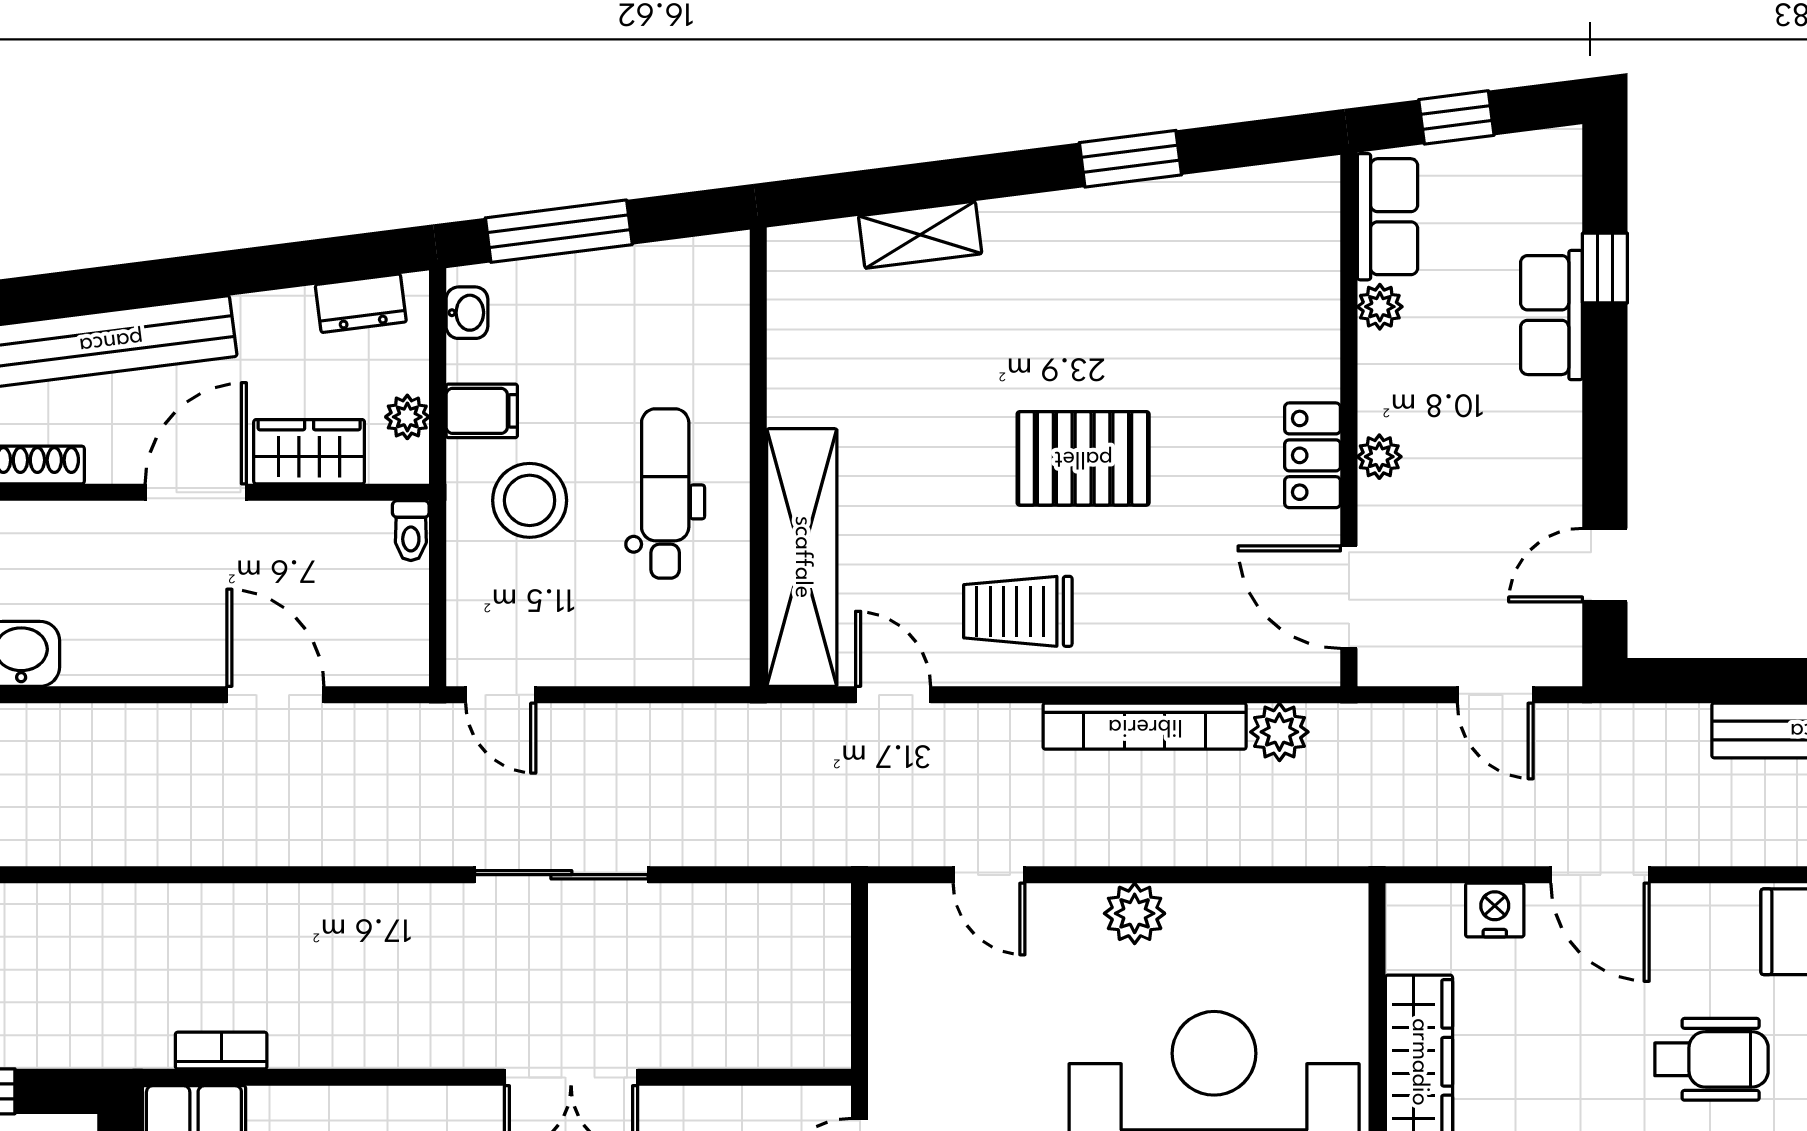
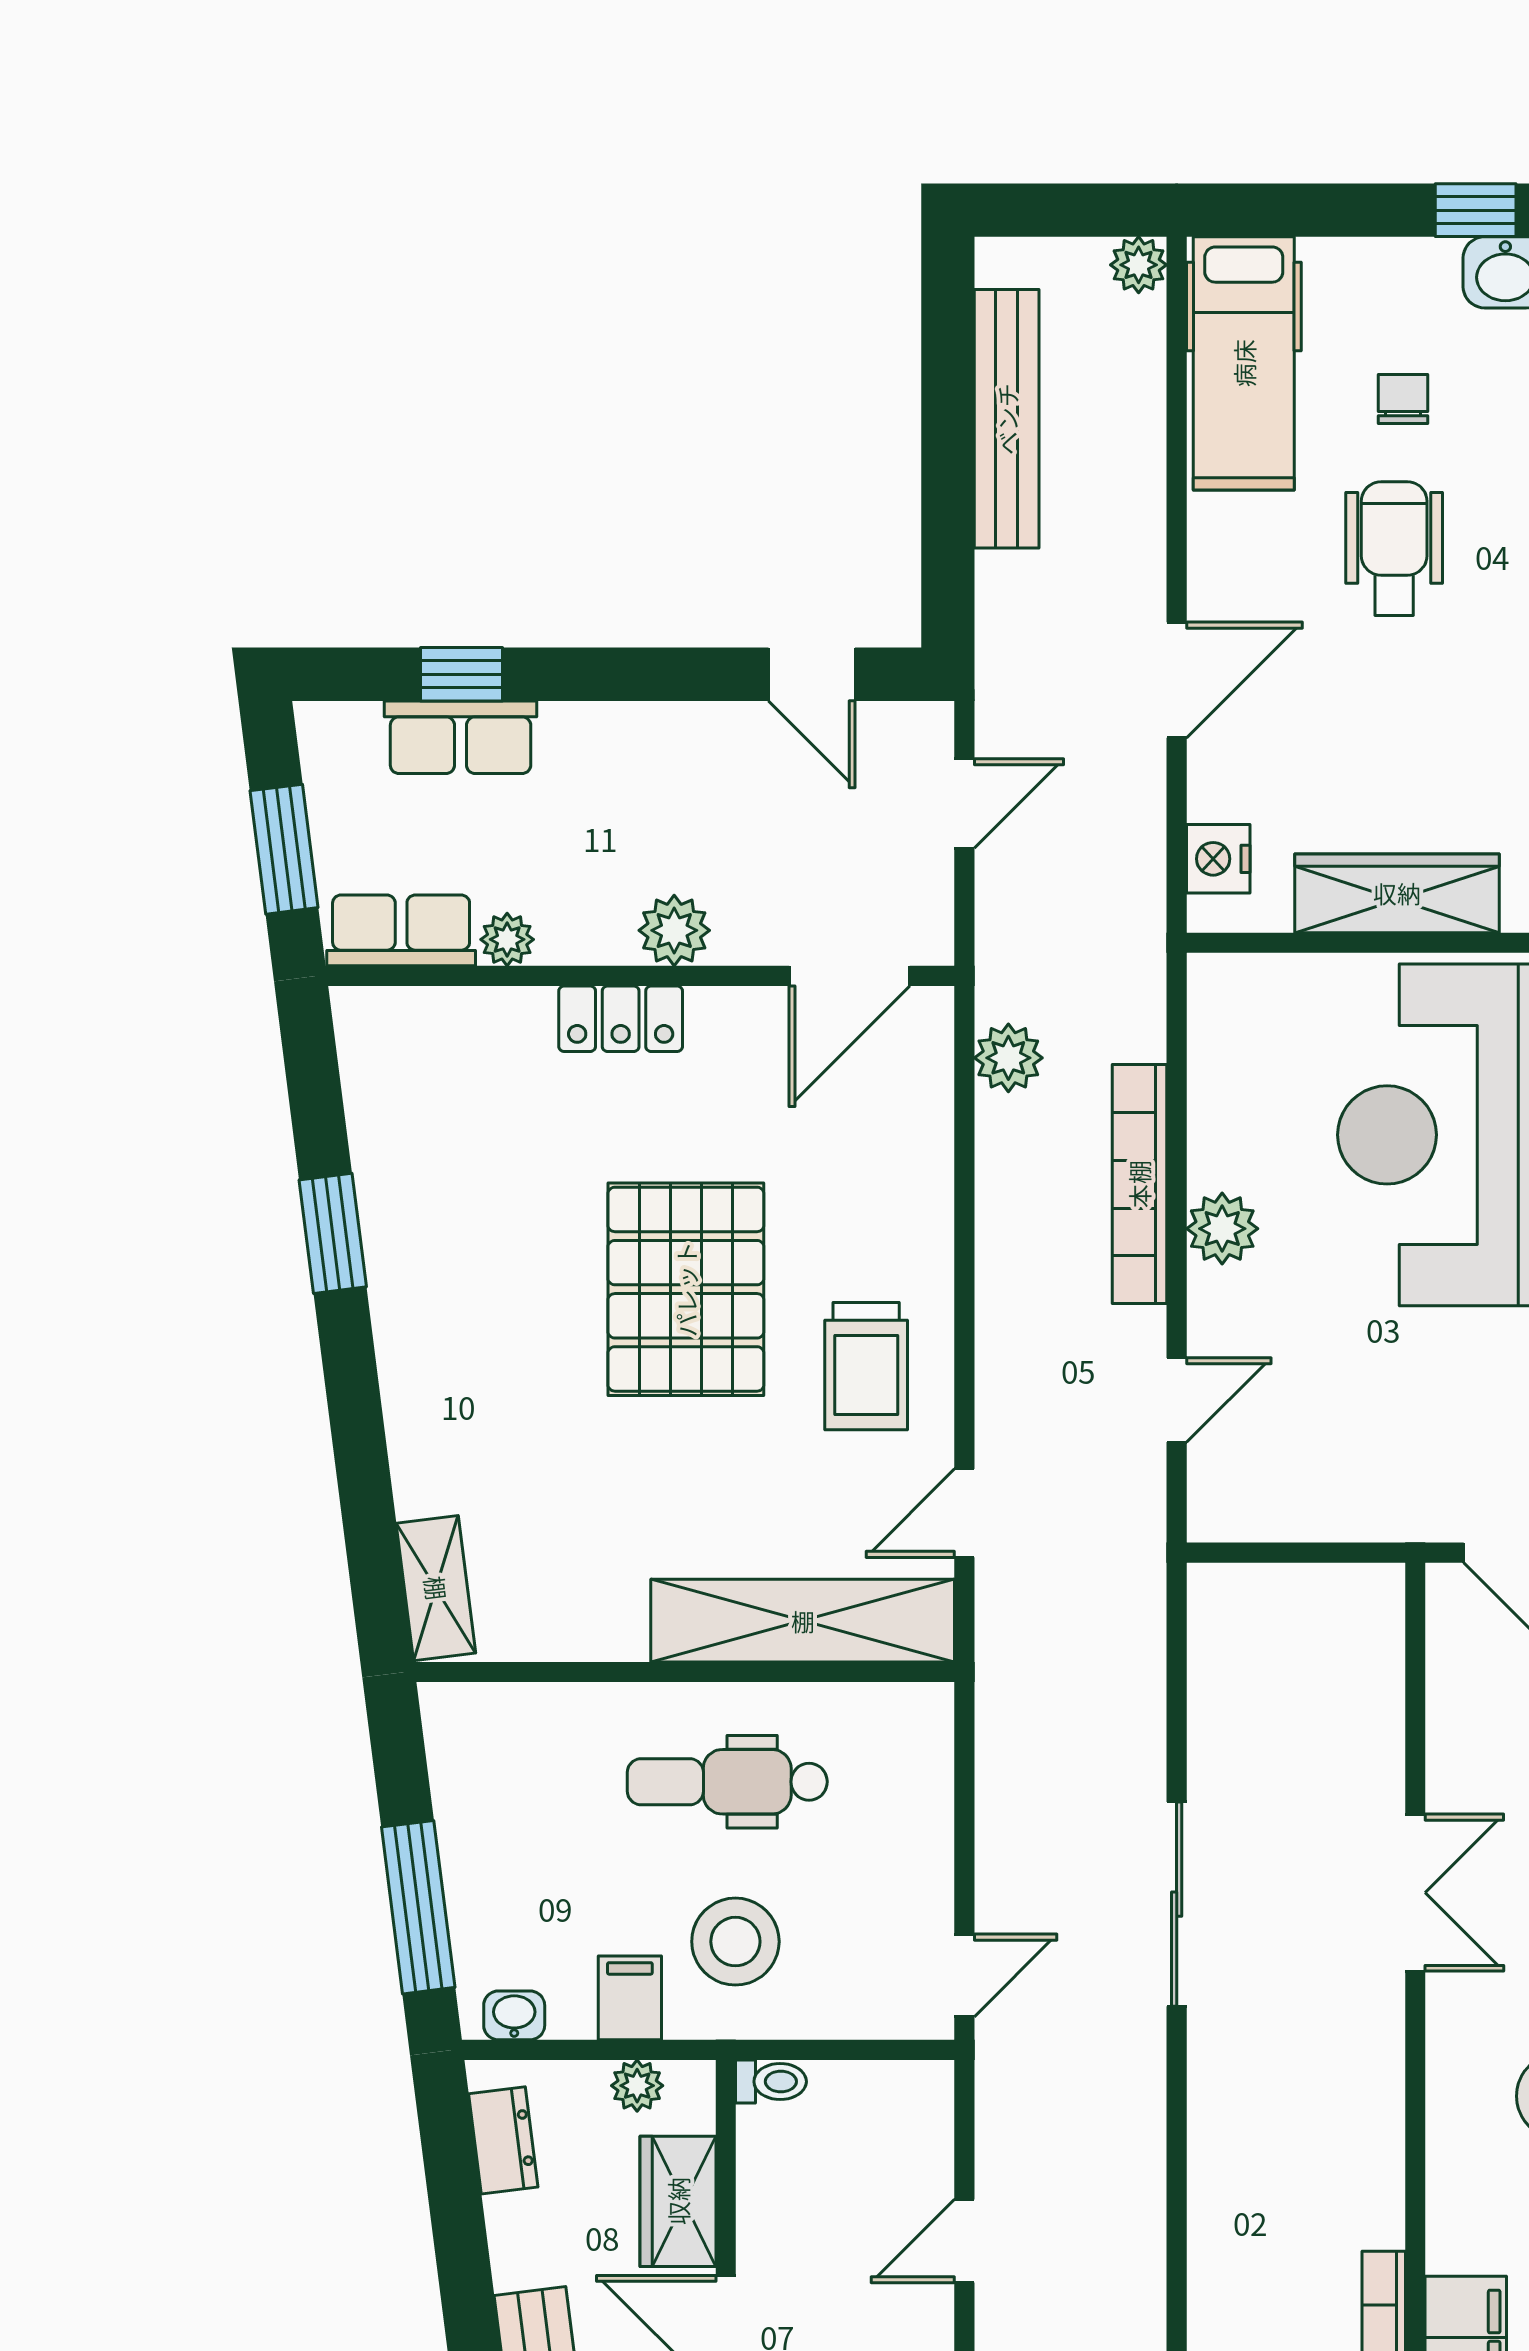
window: (1456, 117) -> (284, 849), width x1.50
shelving: (920, 235) -> (436, 1588), moved
row of seats: (1551, 315) -> (461, 737), moved
locker: (1313, 455) -> (621, 1019), moved
plant: (1379, 457) -> (674, 930), width x1.38, depth x1.38
pallet: (1083, 458) -> (686, 1289), width x1.37, depth x1.41
door: (275, 695) -> (964, 2241), width x0.73
bookcase: (1145, 726) -> (1139, 1184), moved, turned 180
nightstand: (1495, 910) -> (1218, 859), moved

